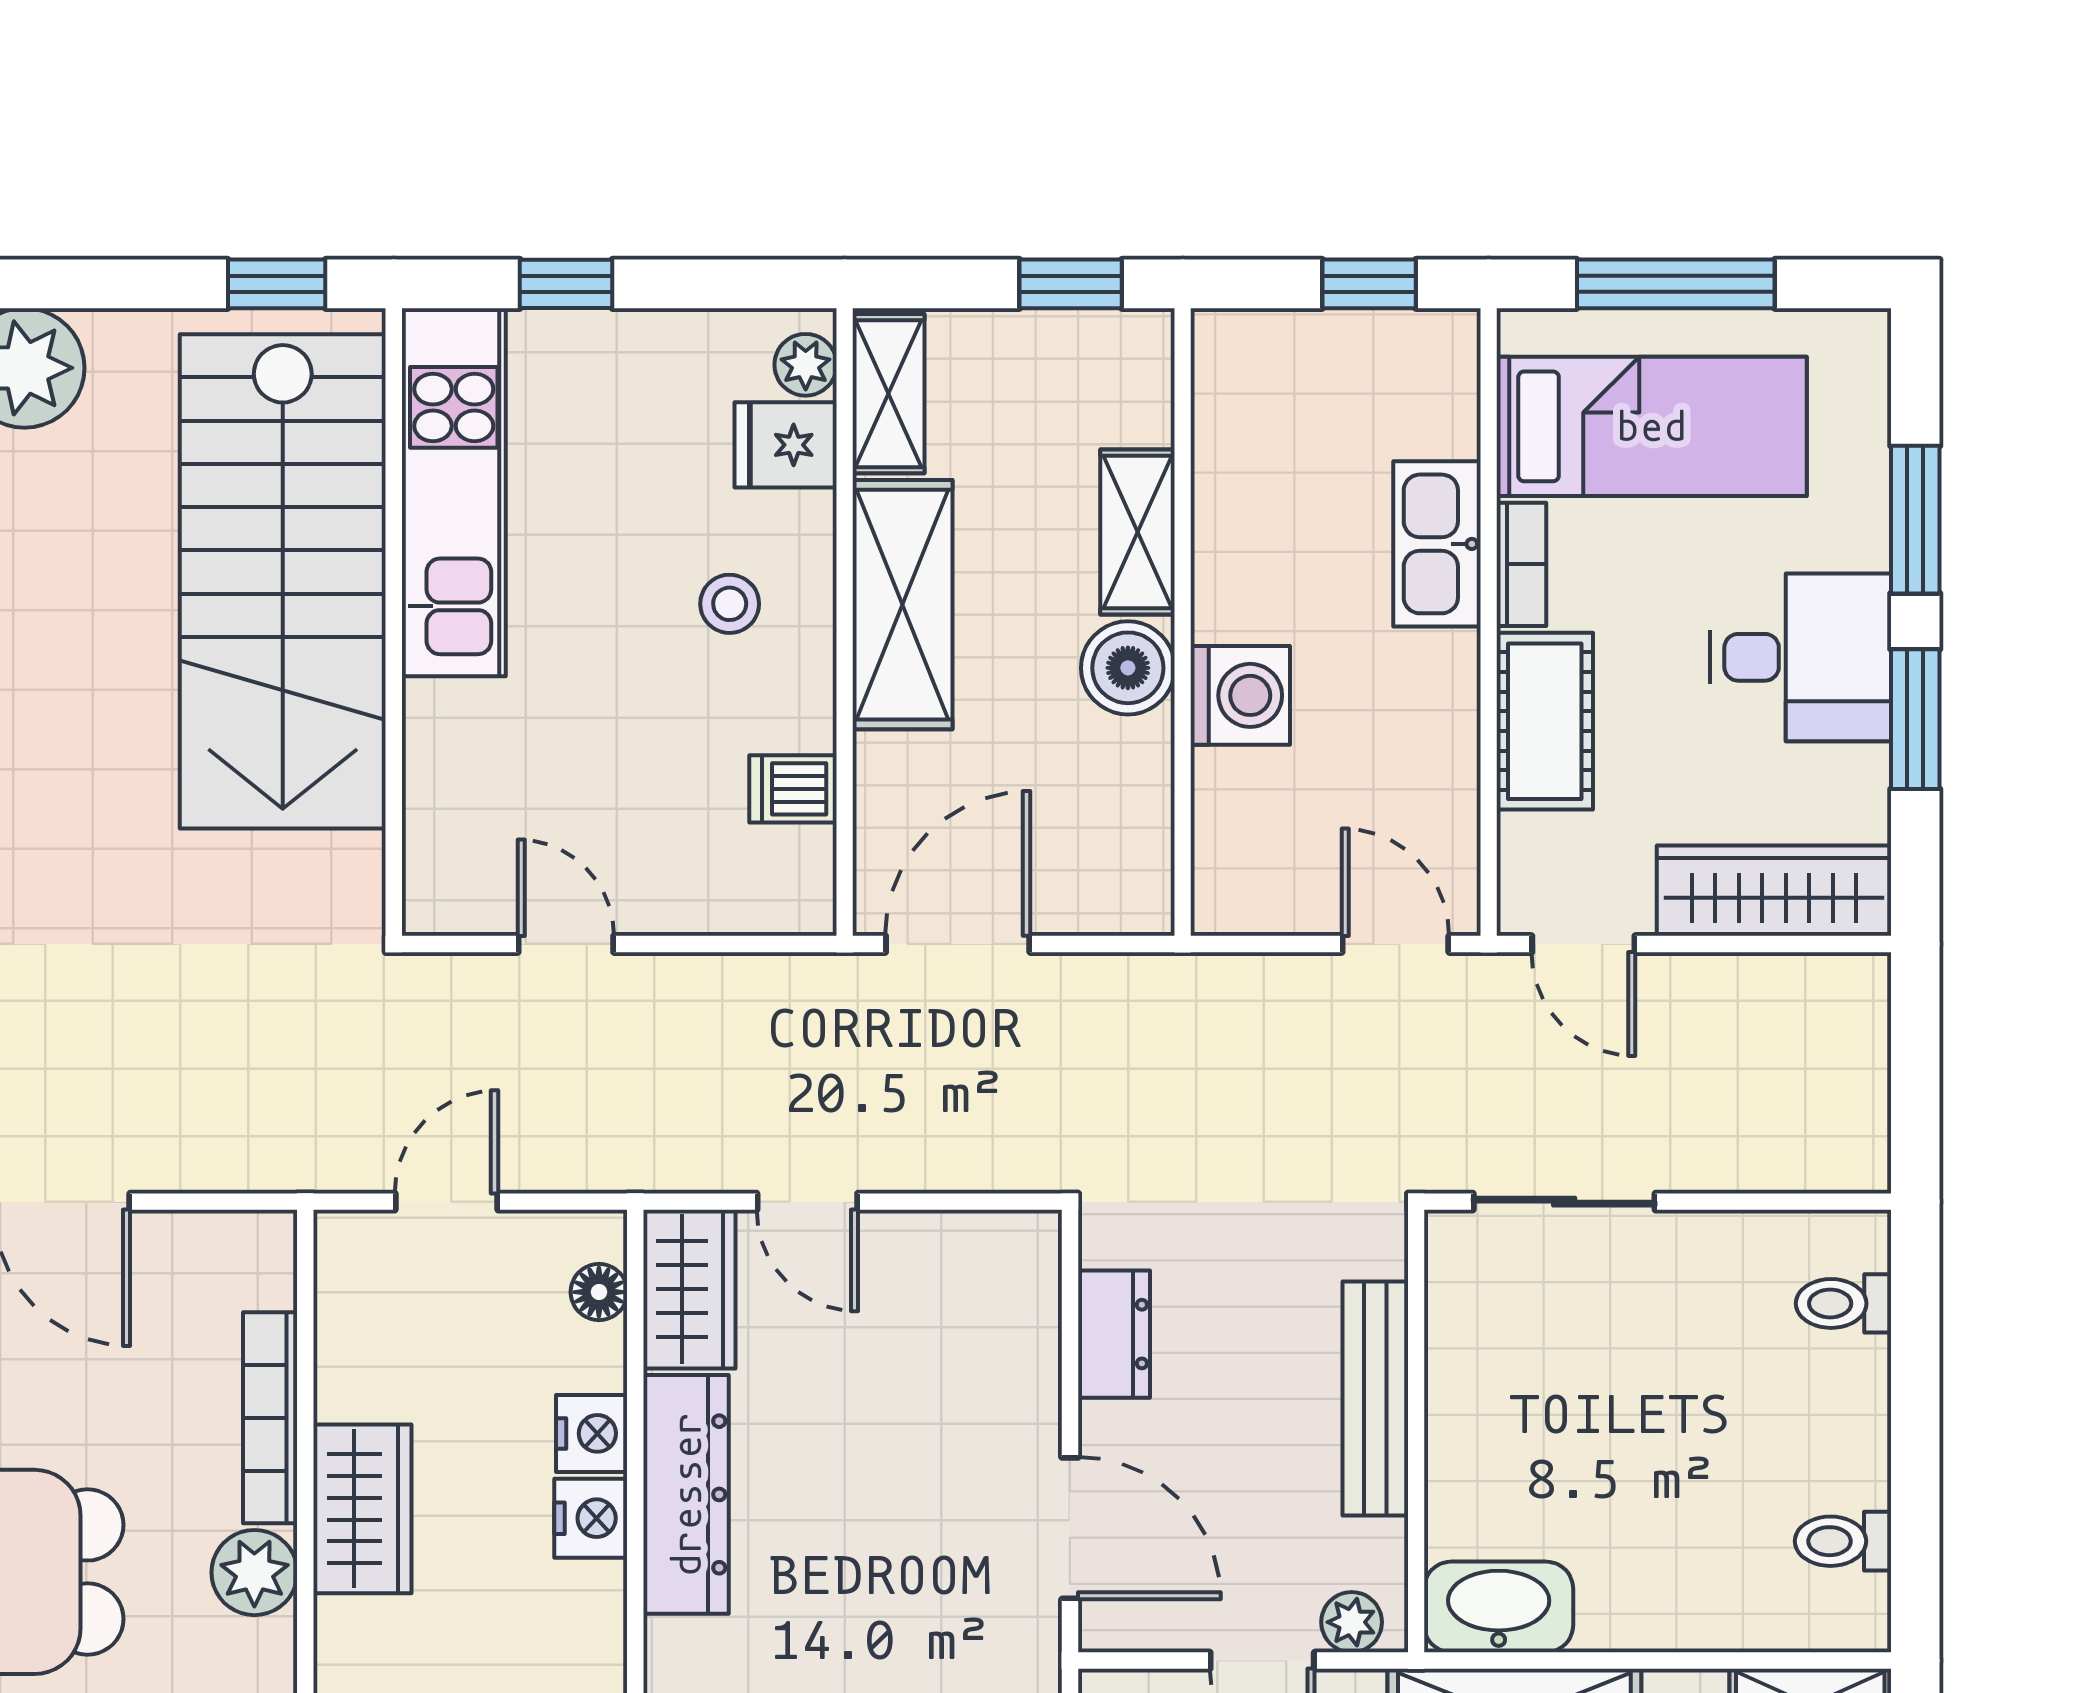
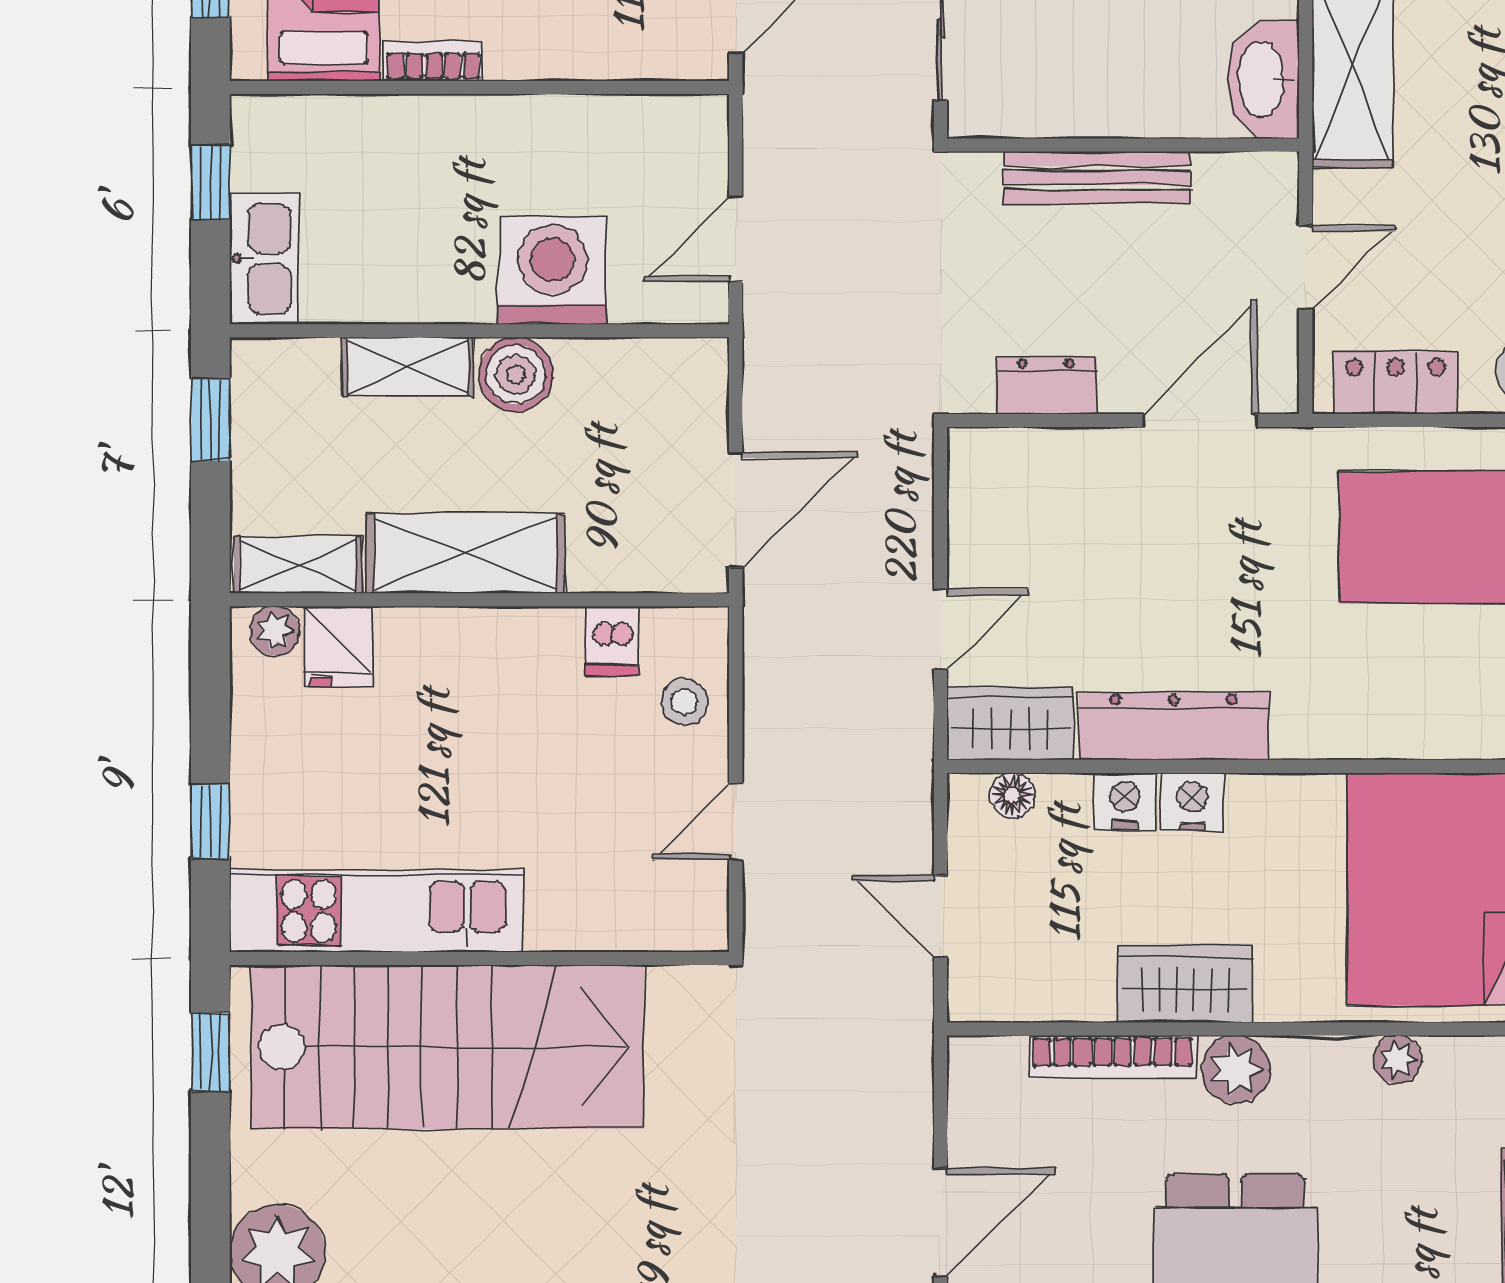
kitchen sink: (1437, 544) -> (264, 259), moved, turned -90
stool: (730, 604) -> (684, 702), moved
washing machine: (1240, 695) -> (552, 270), width x1.37, depth x1.37
cot: (1545, 721) -> (558, 43), removed
door: (958, 944) -> (736, 510), swing flipped
door: (1395, 944) -> (736, 239), moved
plant: (1352, 1622) -> (1275, 196), removed

